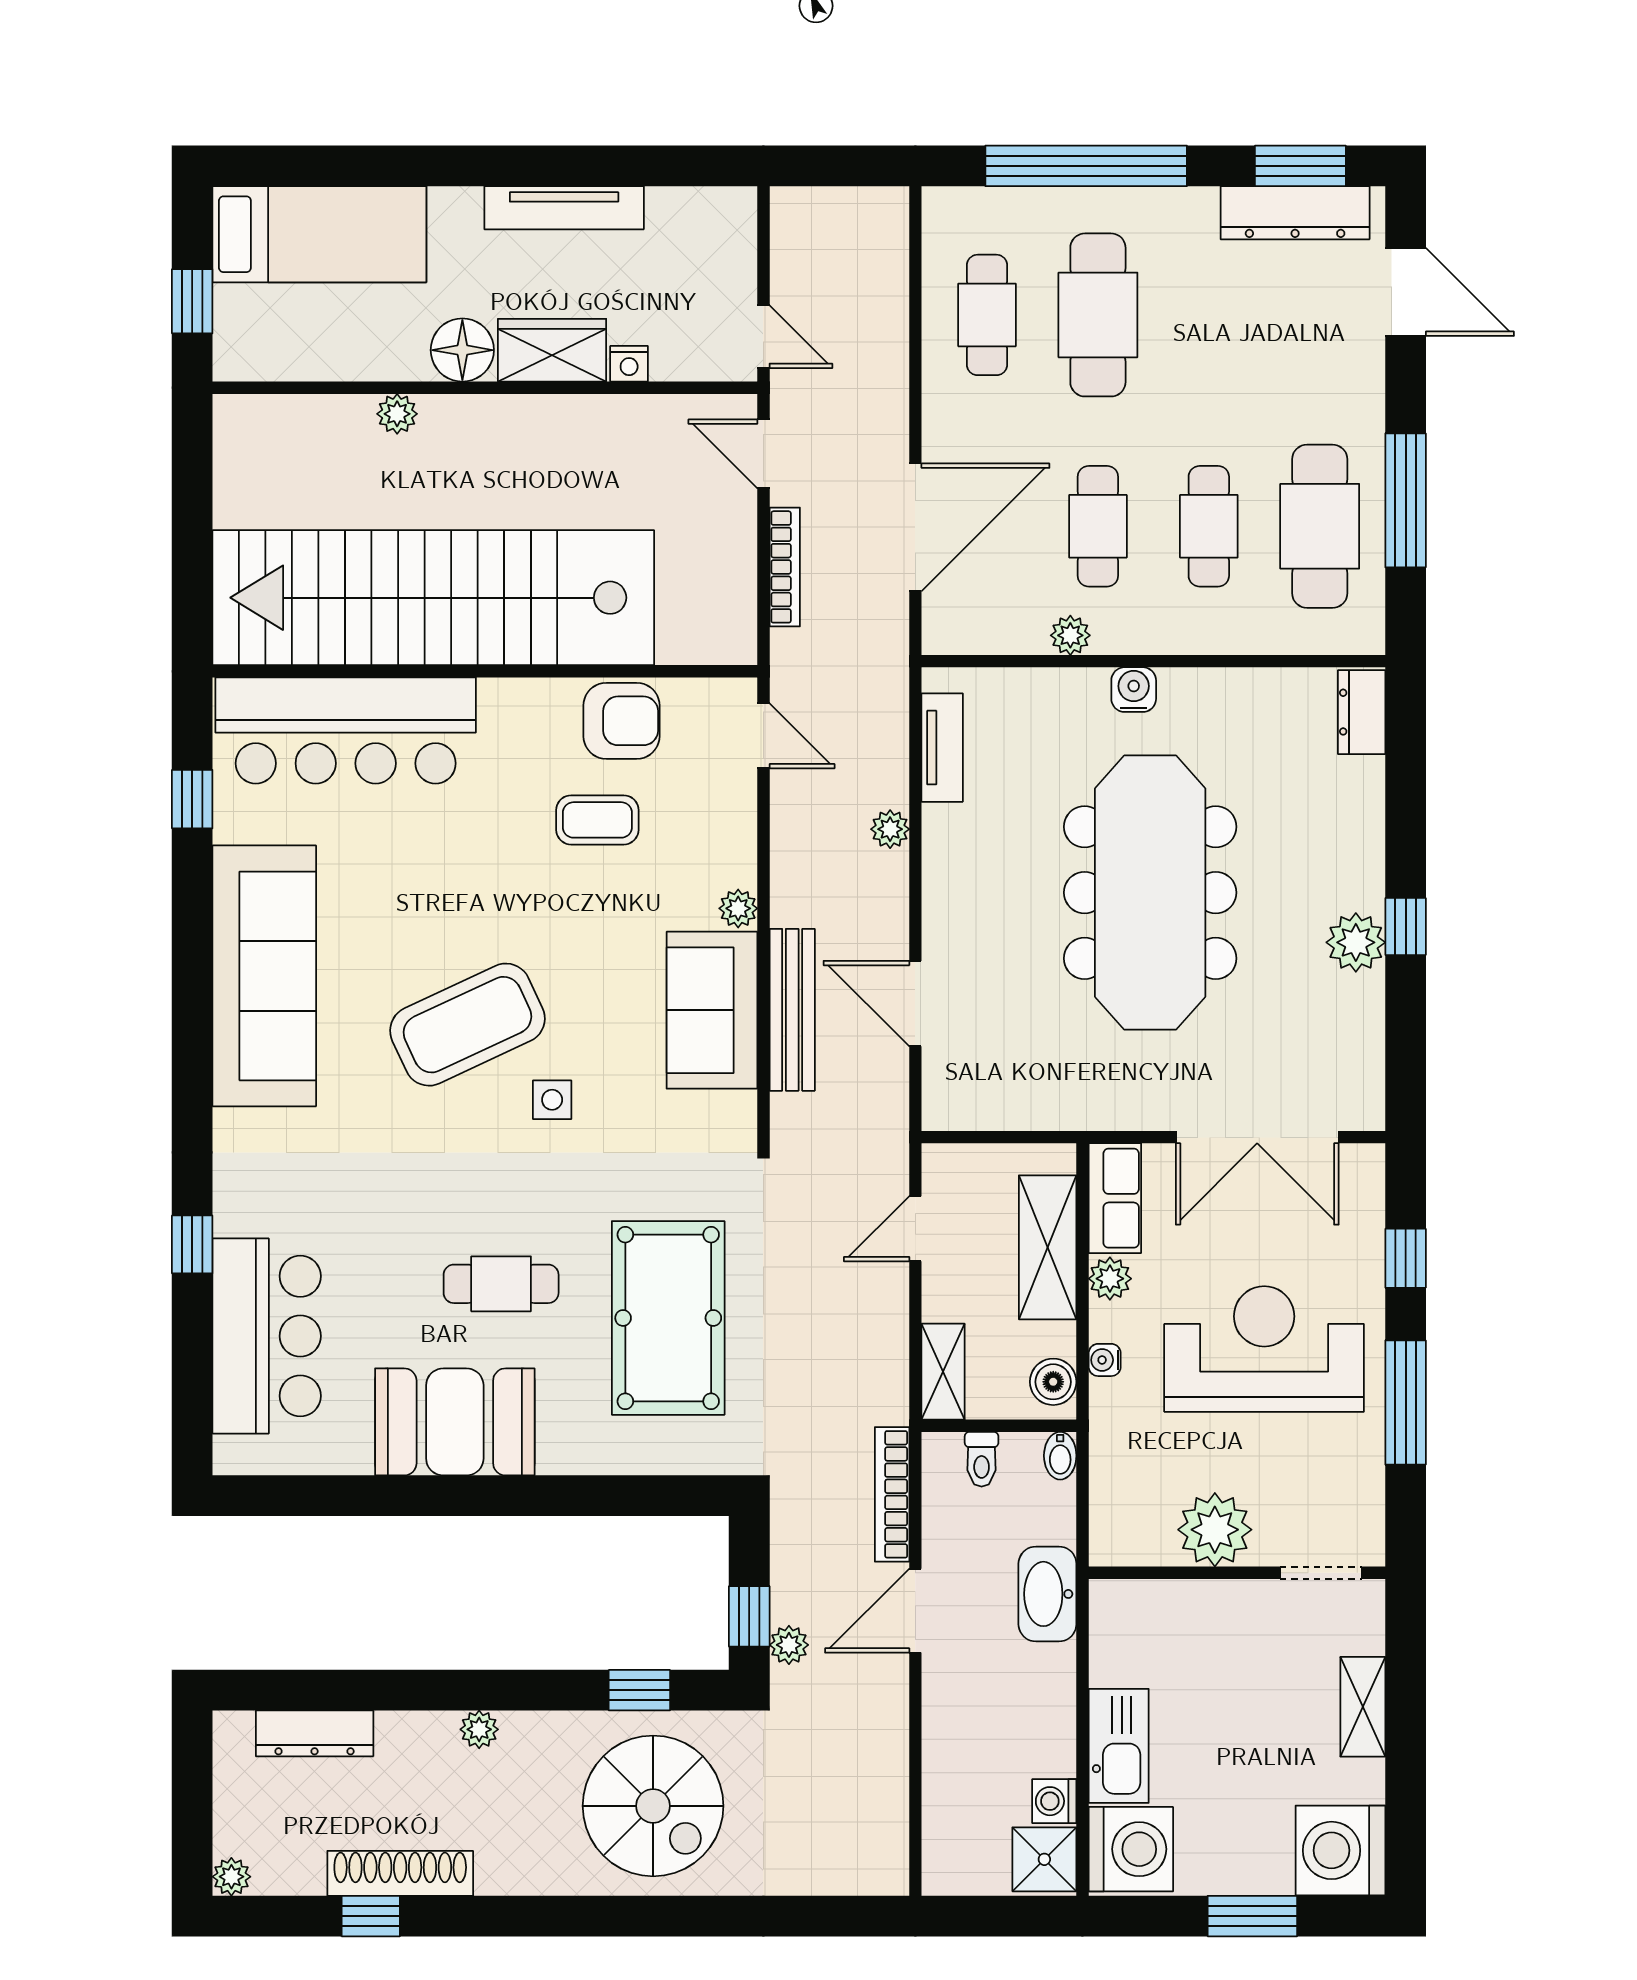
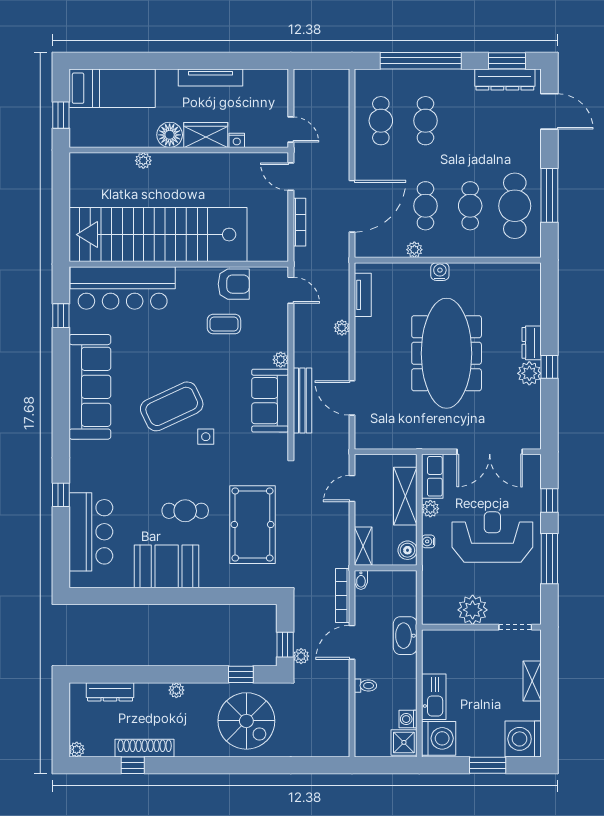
cafe table: (1098, 315) -> (425, 121), width x0.73, depth x0.74
dresser: (1362, 712) -> (532, 343), moved
bidet: (1060, 1456) -> (361, 580), moved
toilet: (982, 1459) -> (365, 686), moved, turned -90

